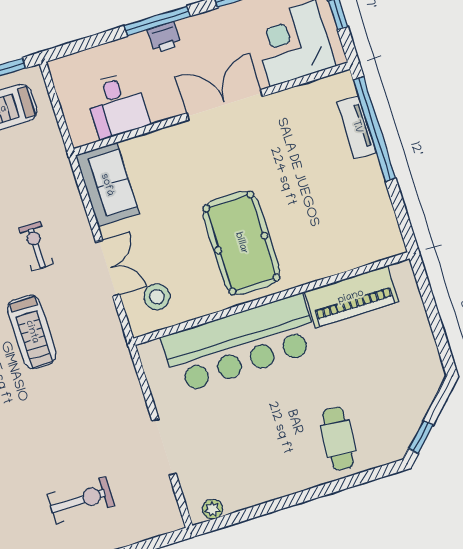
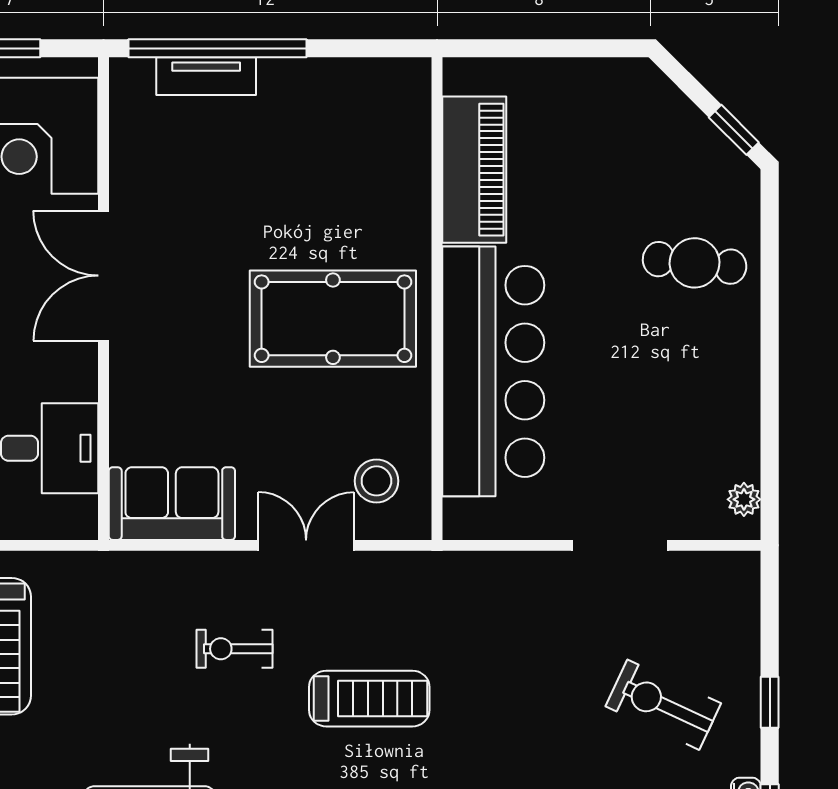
exercise bike: (81, 500) -> (663, 705), turned -65

